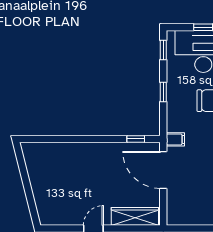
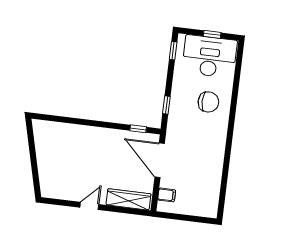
window: (163, 92) -> (166, 105), moved
filing cabinet: (175, 139) -> (167, 195), moved

